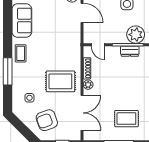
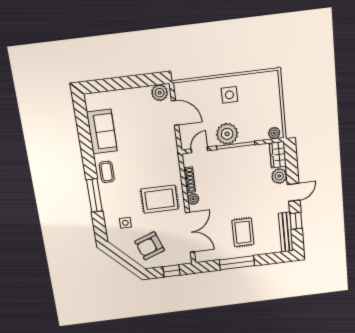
plant: (136, 35) -> (227, 134), moved
door: (98, 45) -> (199, 150), swing flipped
dresser: (130, 51) -> (239, 153), removed
rug: (126, 119) -> (243, 232), turned 90

